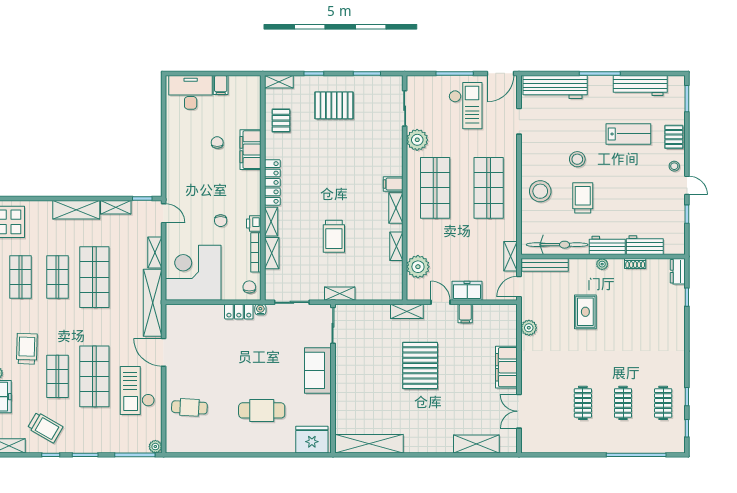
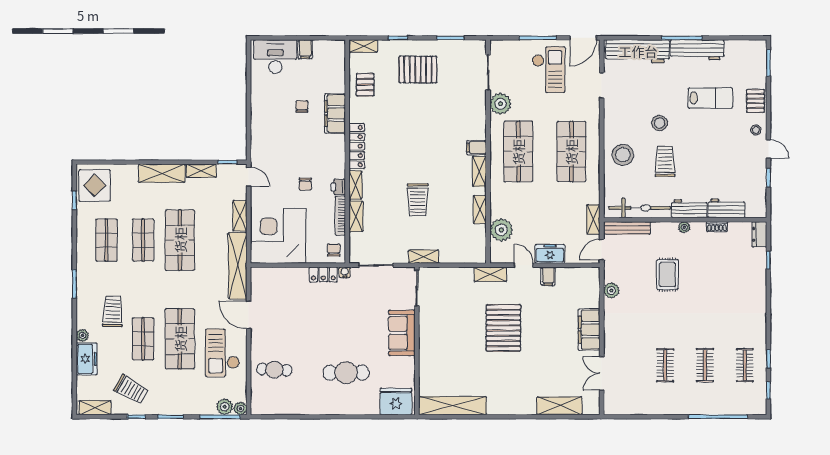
workbench: (640, 85) -> (697, 50), moved
plant: (139, 445) -> (225, 407), added

